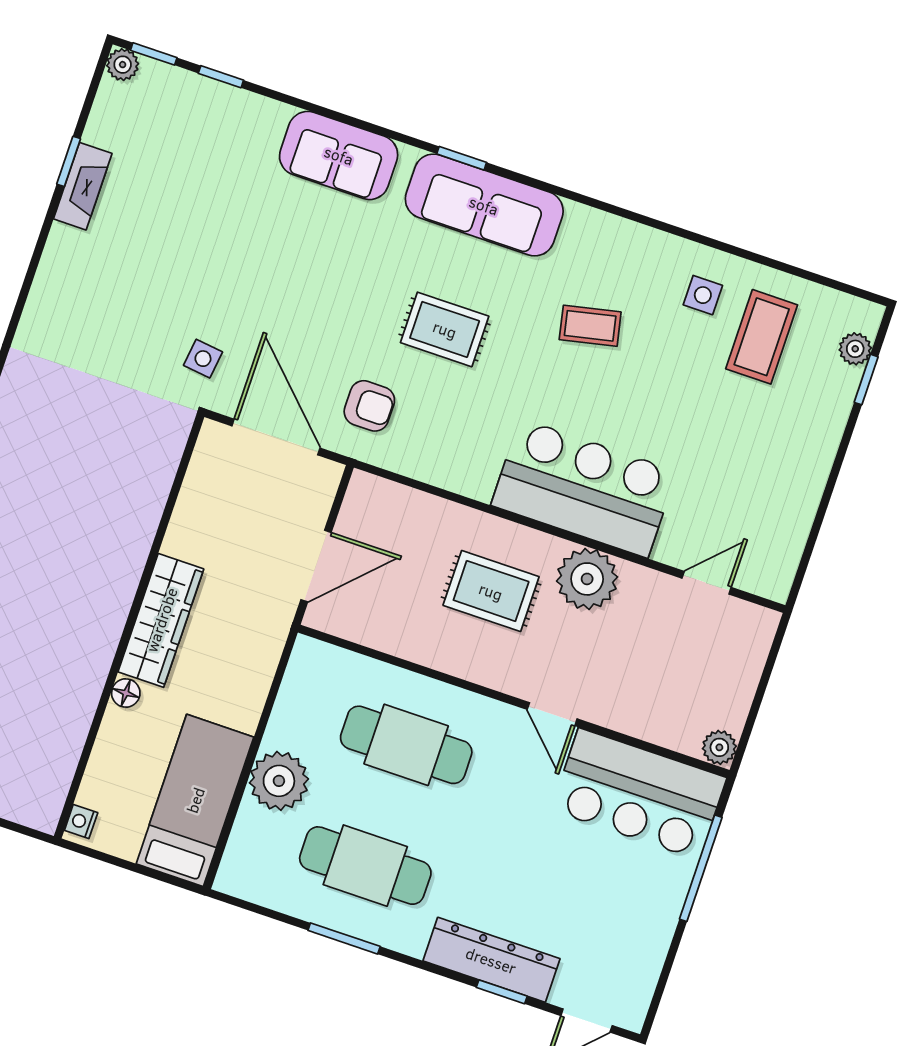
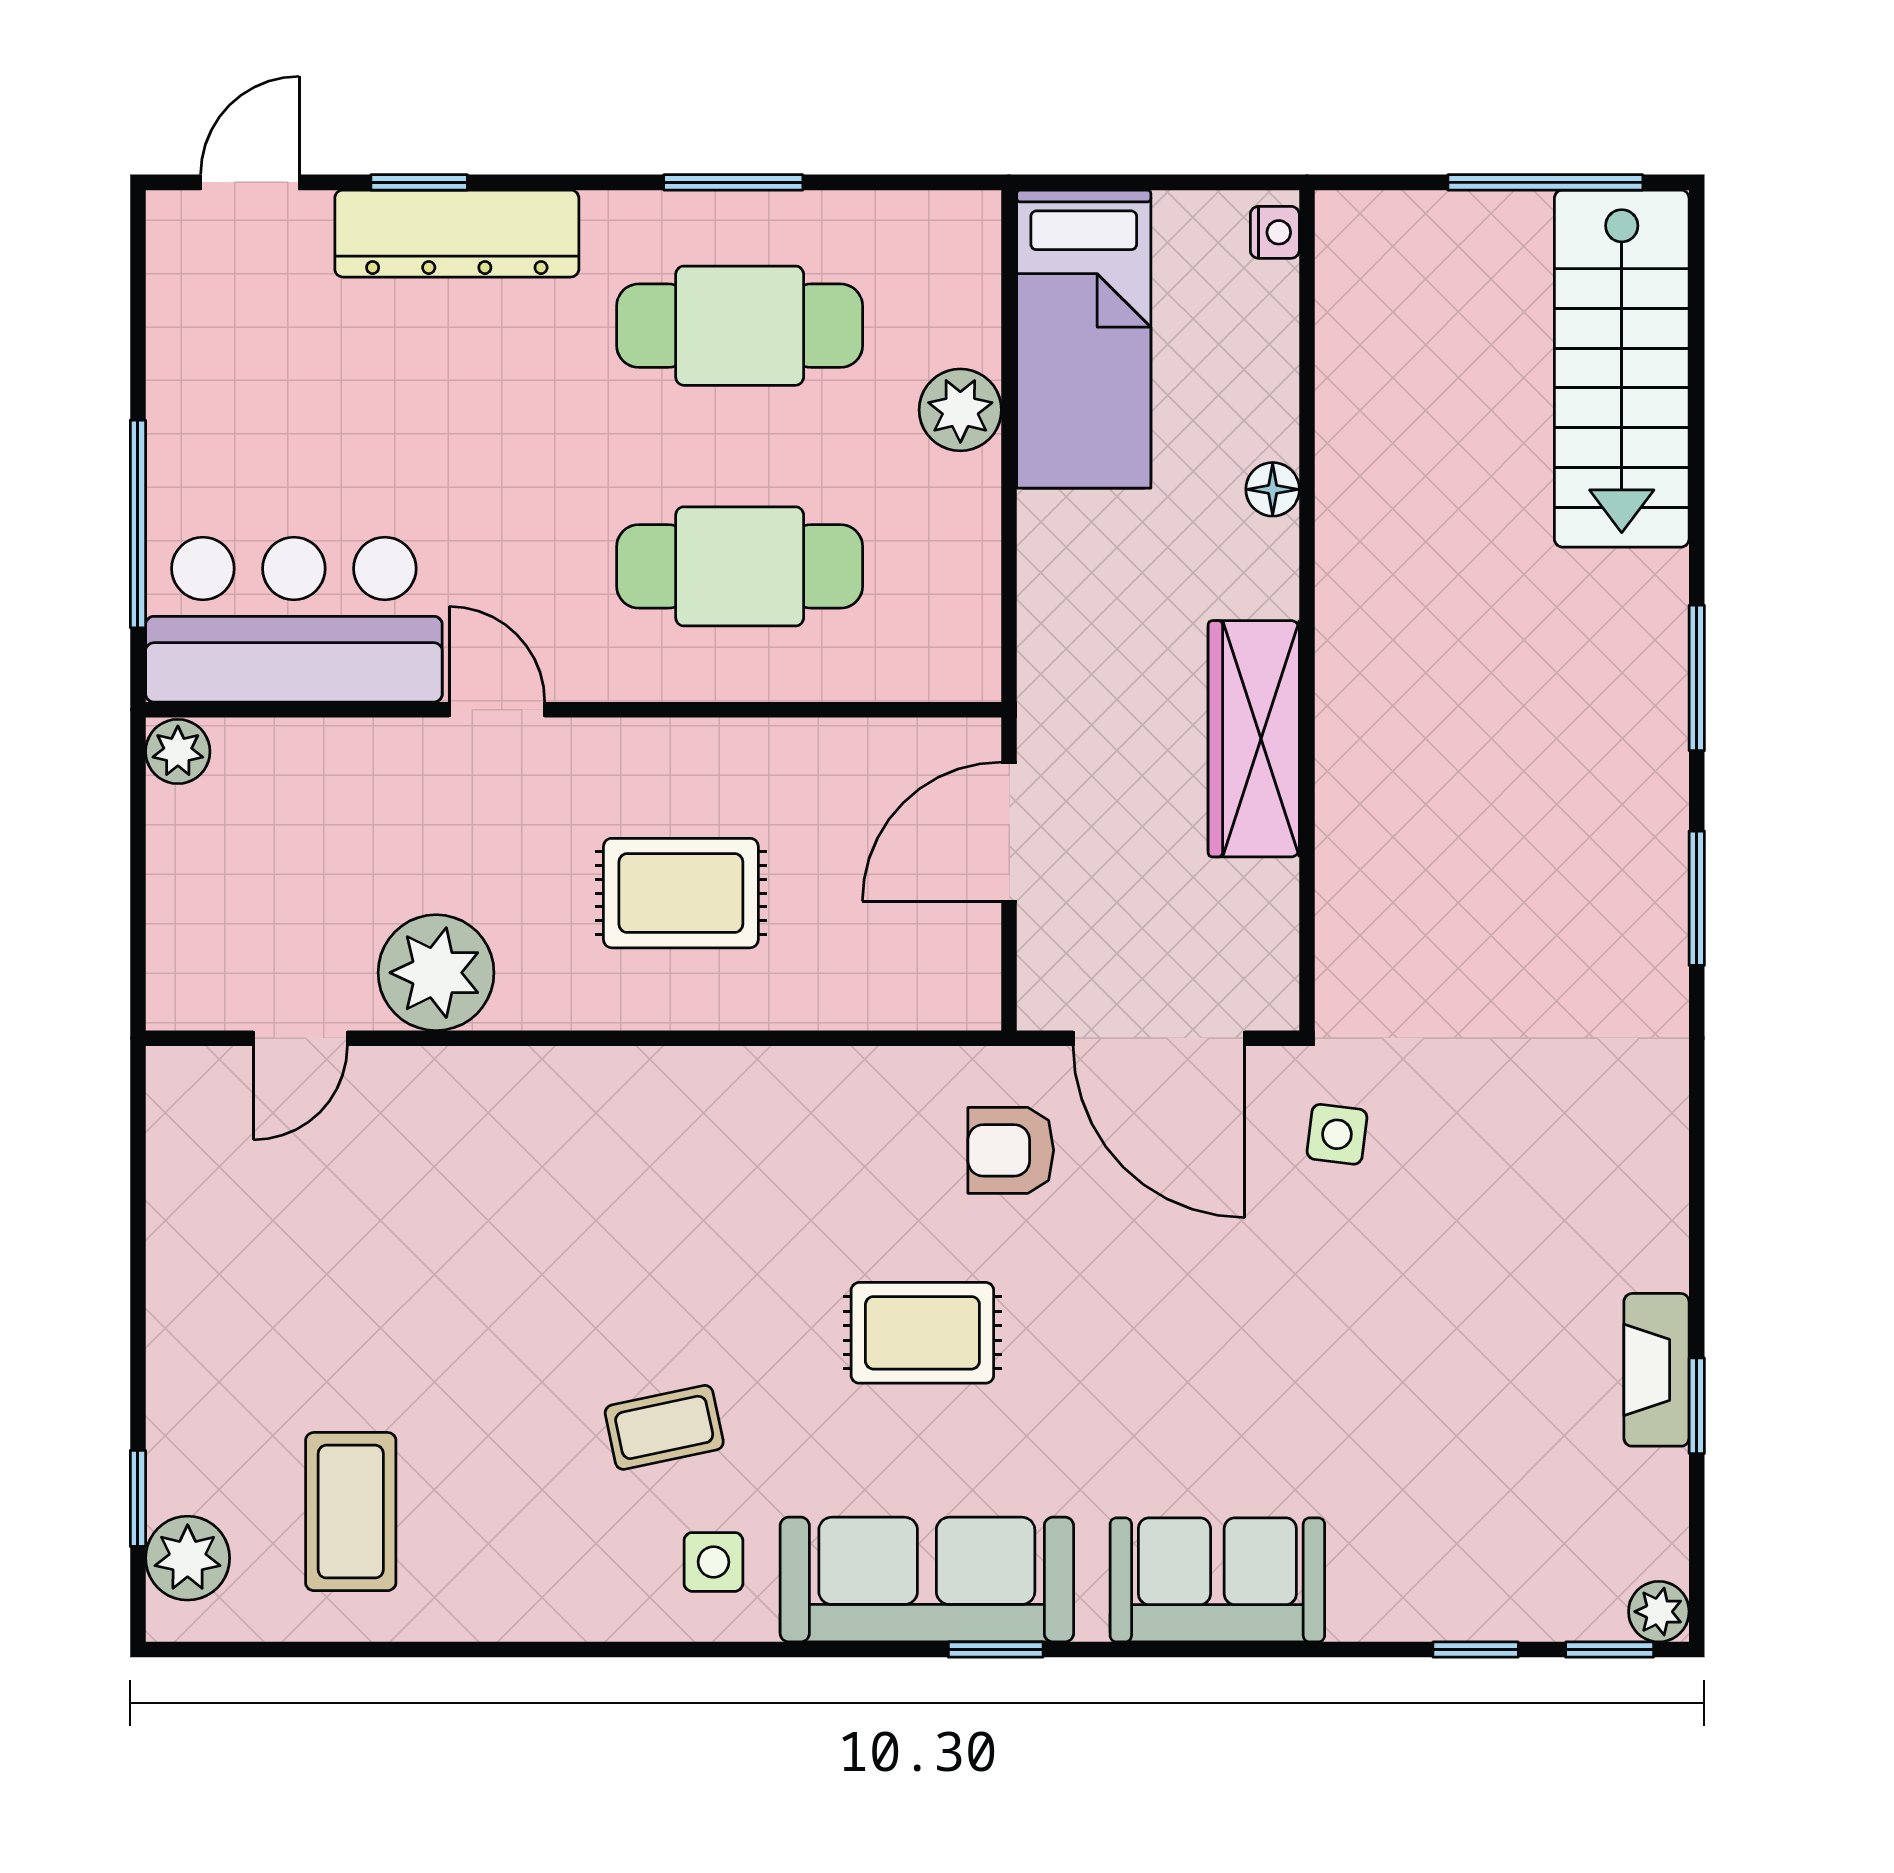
side table: (703, 295) -> (713, 1562), moved
plant: (855, 349) -> (188, 1558), width x1.38, depth x1.38
bar counter: (584, 488) -> (577, 1133), removed
plant: (587, 579) -> (436, 973), moved
wardrobe: (161, 620) -> (1254, 739), moved
plant: (279, 781) -> (960, 410), width x0.73, depth x0.73

